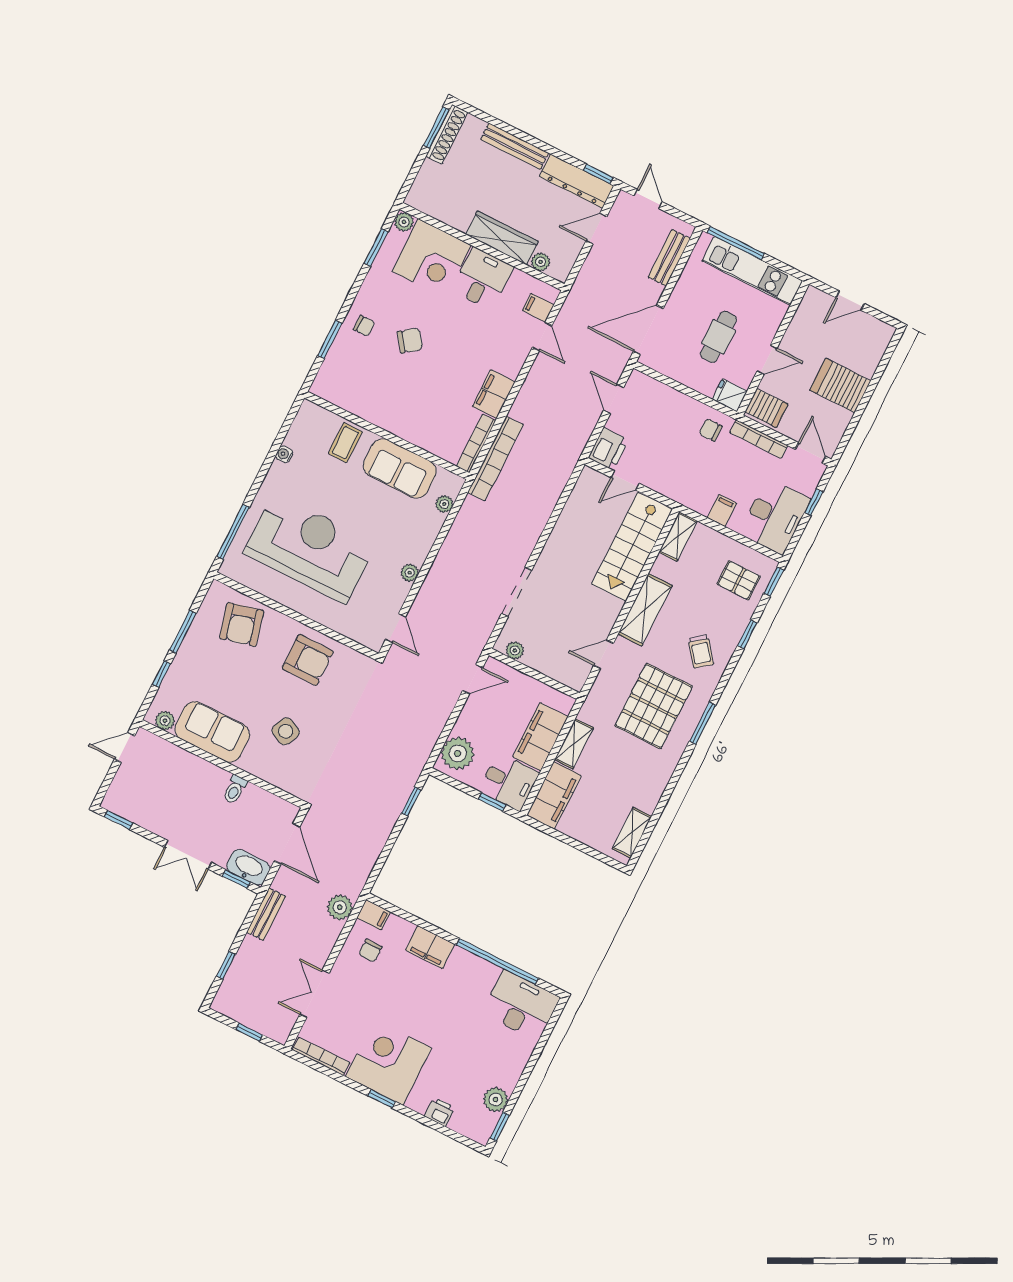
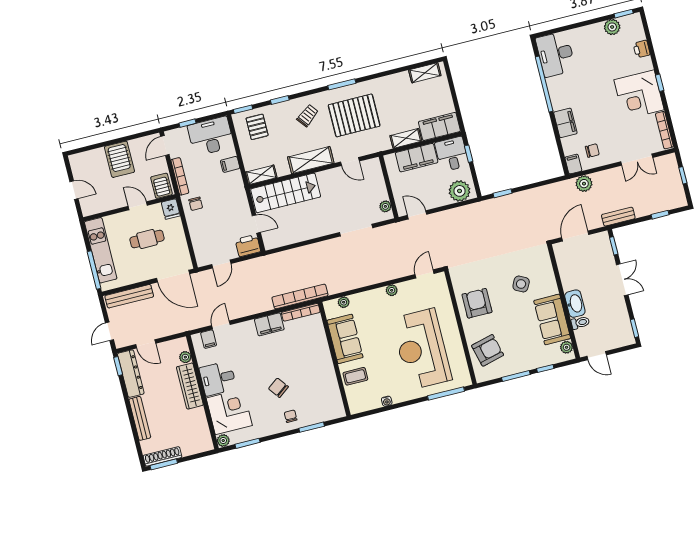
bench: (669, 258) -> (129, 296), width x1.36
toilet: (235, 789) -> (580, 323), moved
washbasin: (248, 867) -> (575, 304), moved, turned 180

